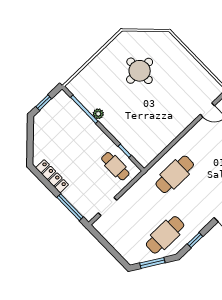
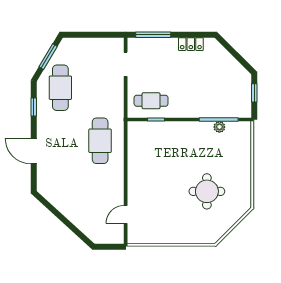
plant: (98, 114) -> (219, 127), moved
locker: (52, 176) -> (191, 44), width x0.66

